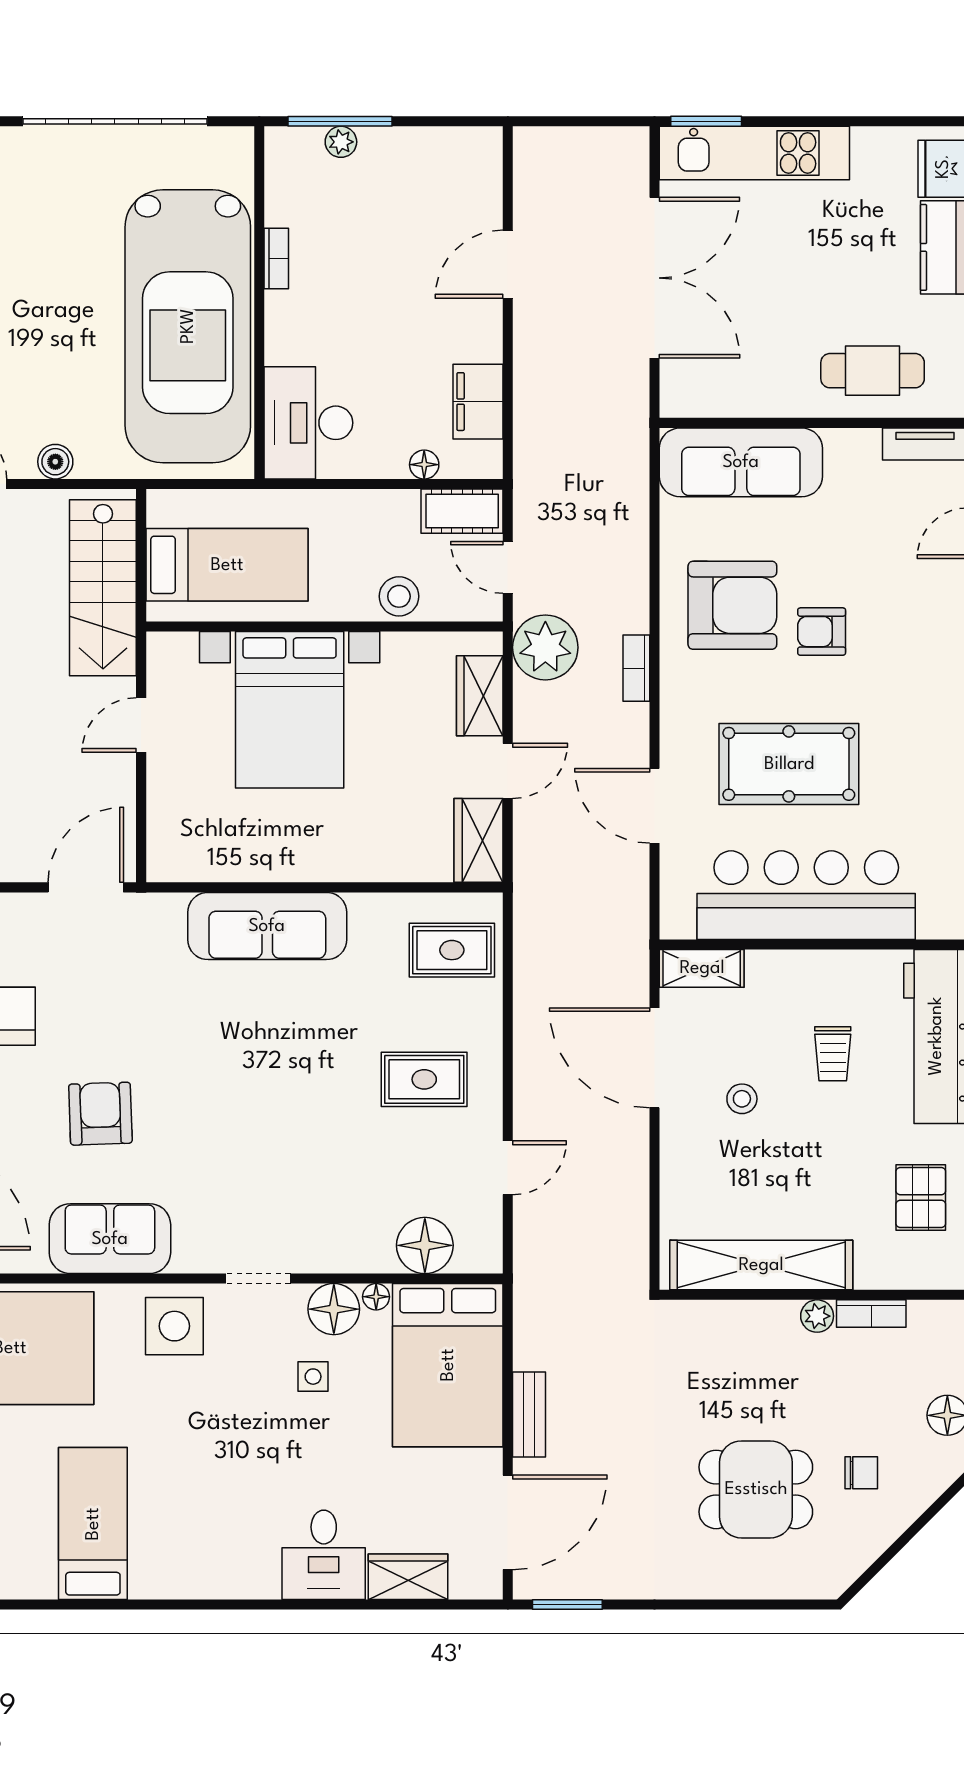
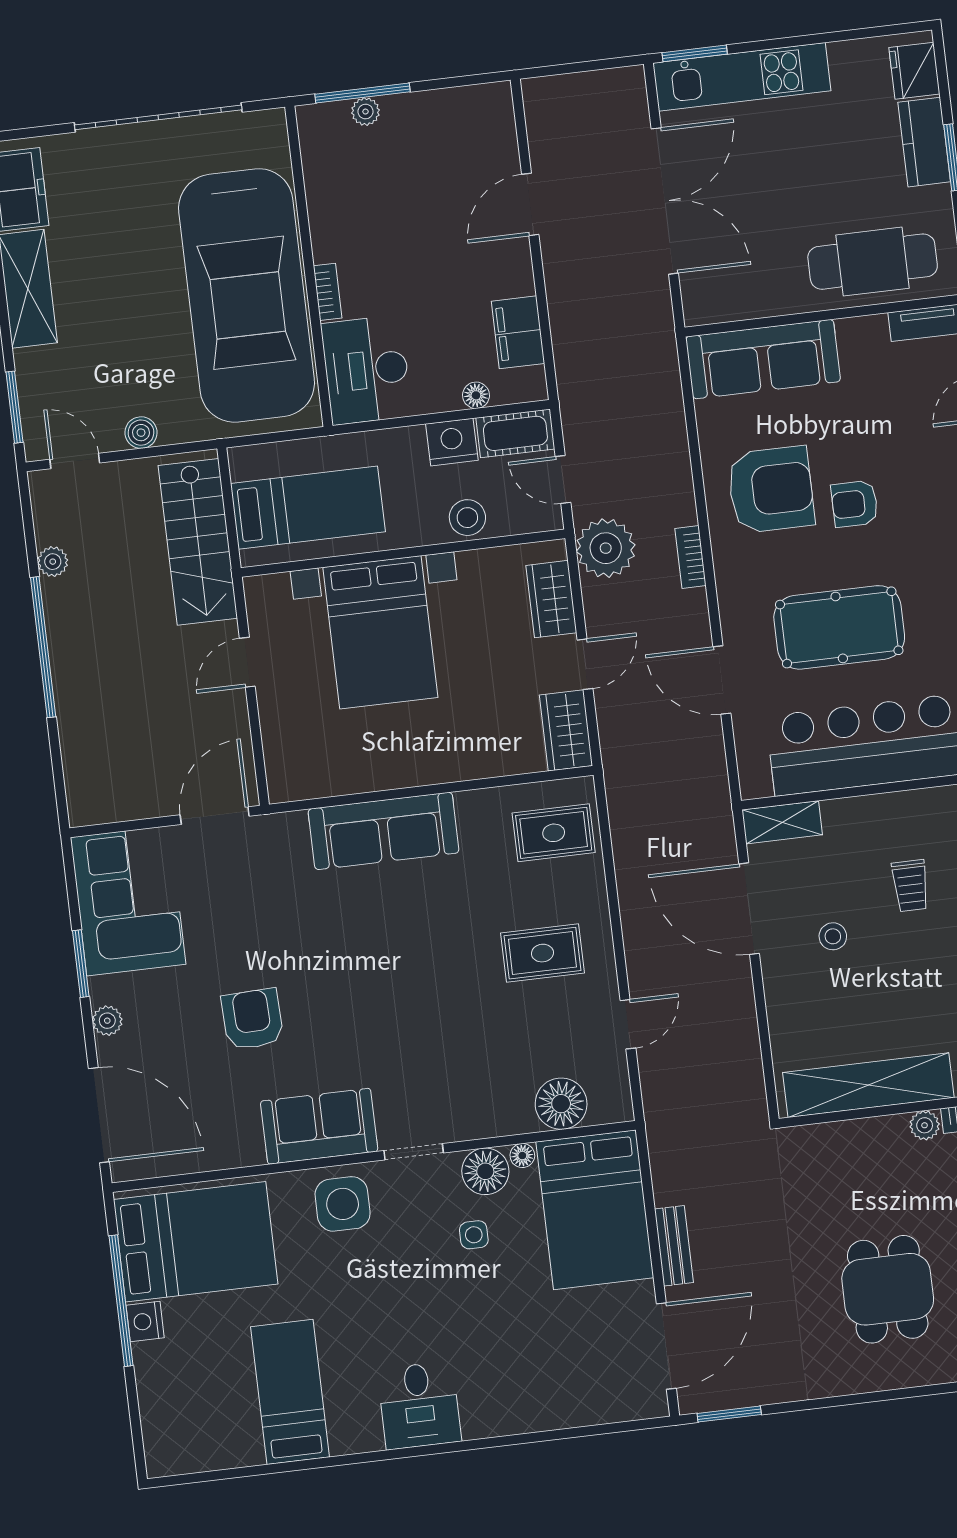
bookcase: (276, 258) -> (328, 292), moved
cafe table: (873, 371) -> (873, 262), width x1.37, depth x1.35
nightstand: (392, 512) -> (452, 442), added
sofa: (110, 1239) -> (319, 1126), moved
dining table: (756, 1489) -> (888, 1289), turned 90
desk: (324, 1555) -> (419, 1405), moved
wardrobe: (408, 1577) -> (582, 1406), removed

